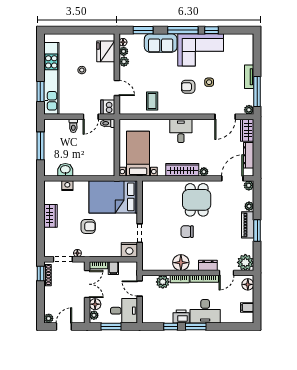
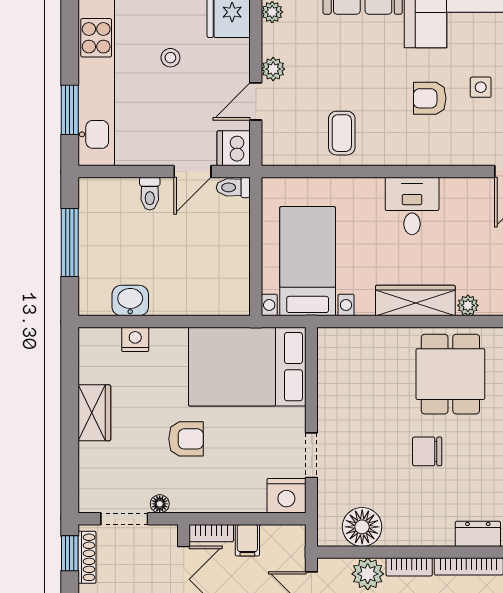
plant: (124, 62) -> (273, 69), moved
door: (117, 88) -> (256, 101), swing flipped
floor lamp: (181, 263) -> (362, 527), moved

